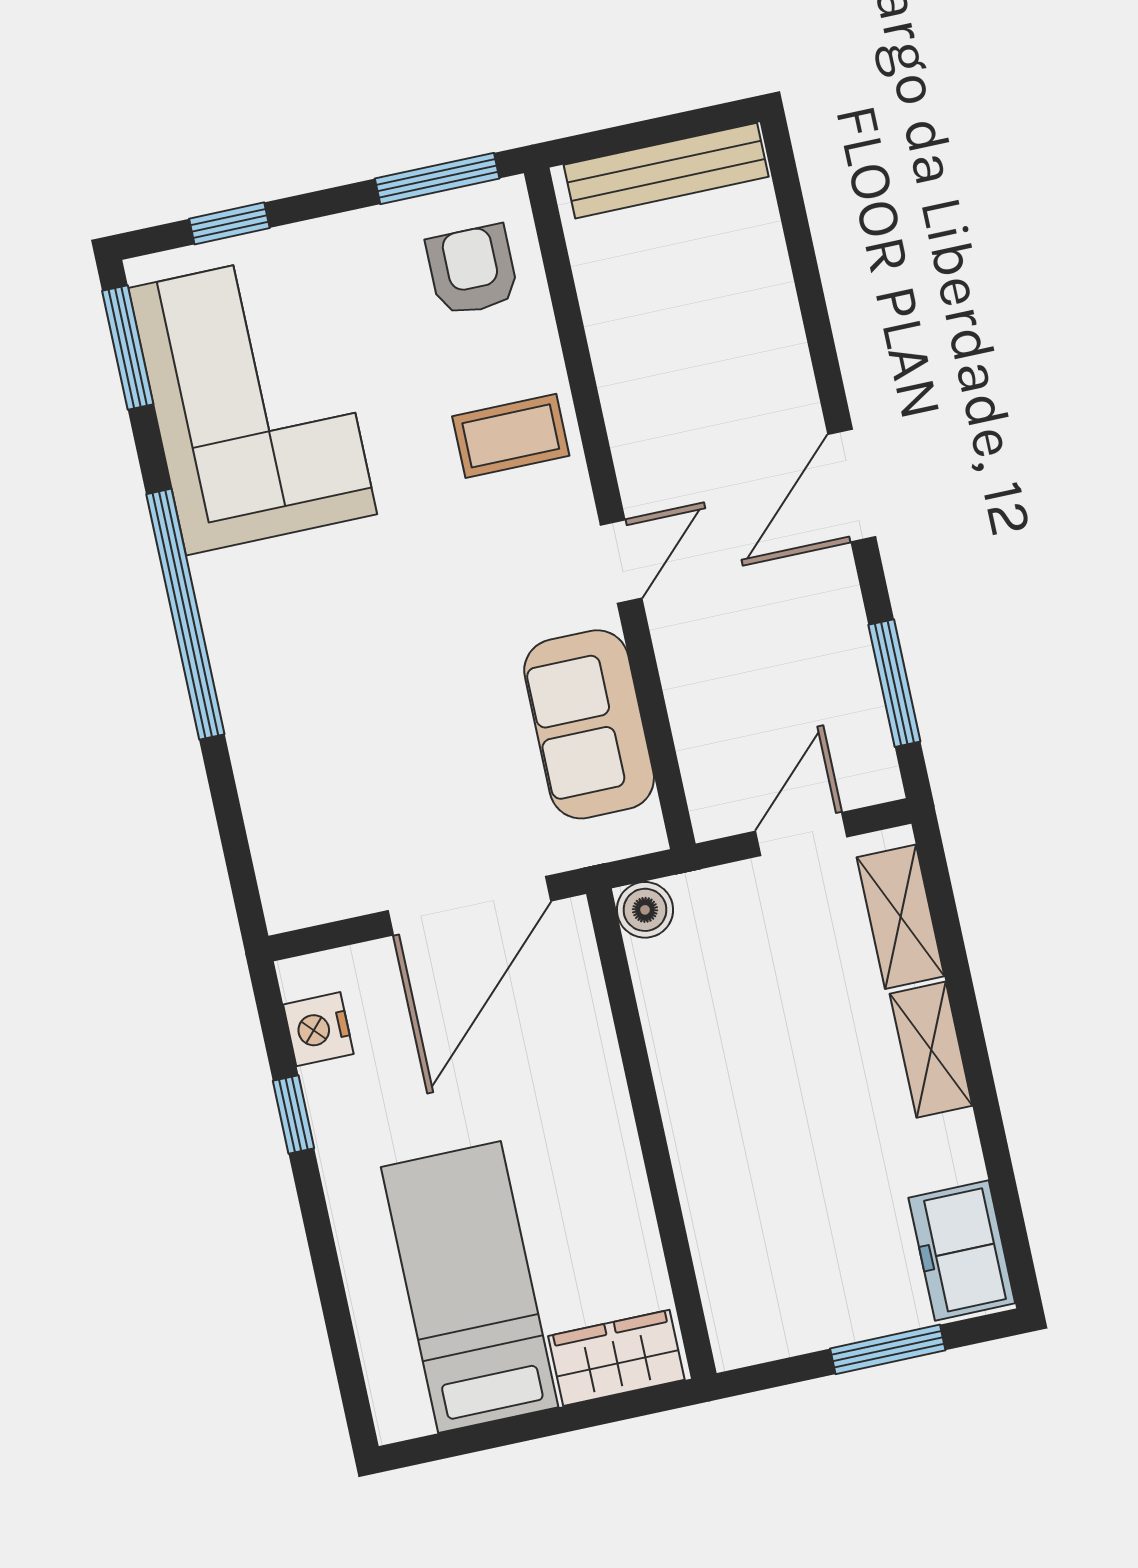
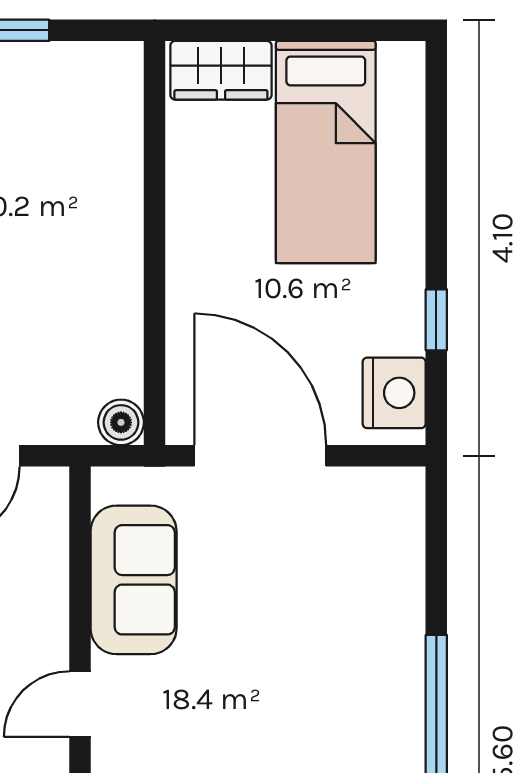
door: (469, 906) -> (260, 456), hinge flipped
nightstand: (318, 1029) -> (394, 393), width x1.36, depth x1.33

